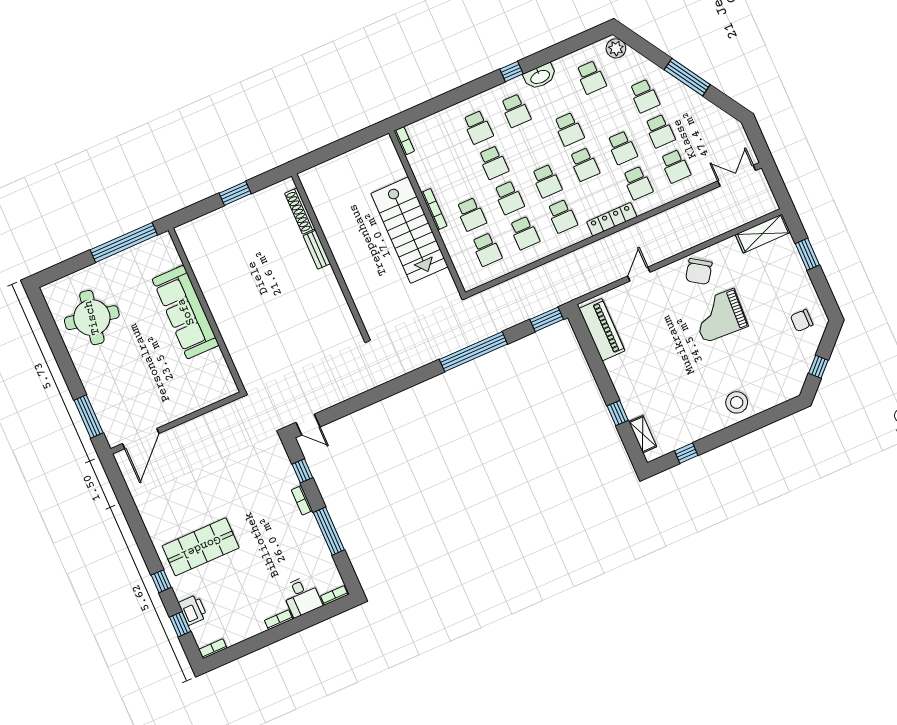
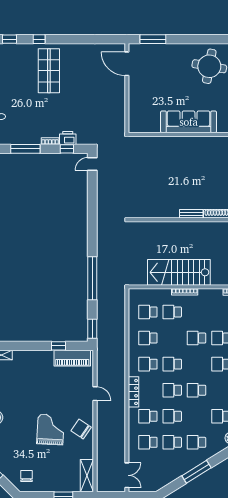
school desk: (509, 198) -> (172, 338), removed
window: (618, 413) -> (59, 346), moved
printer: (193, 610) -> (68, 138), moved, turned 180

